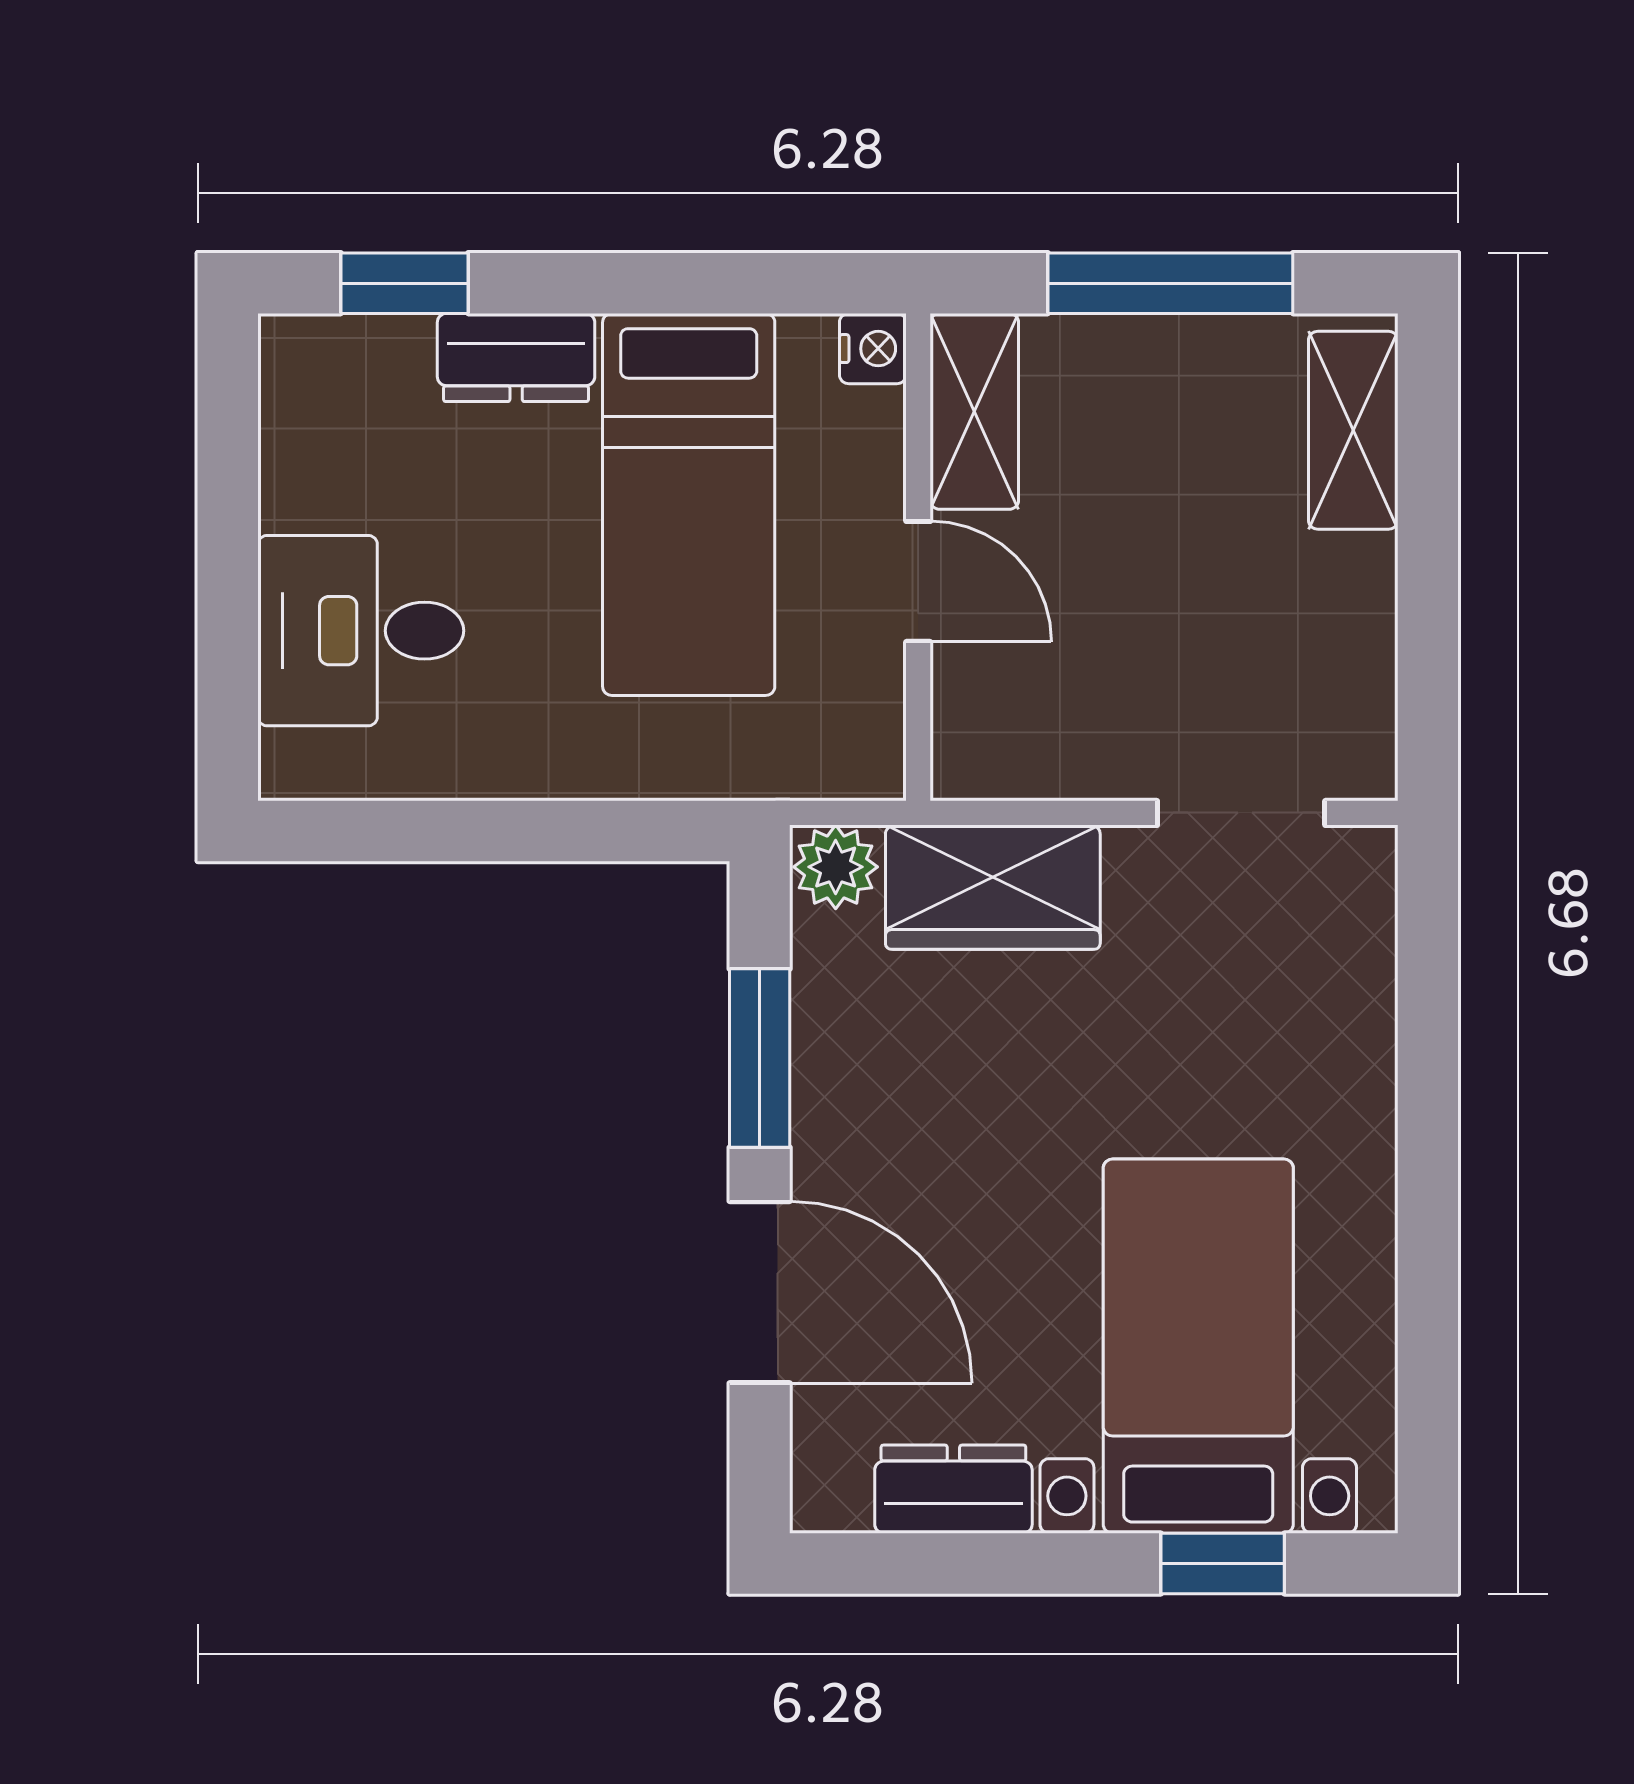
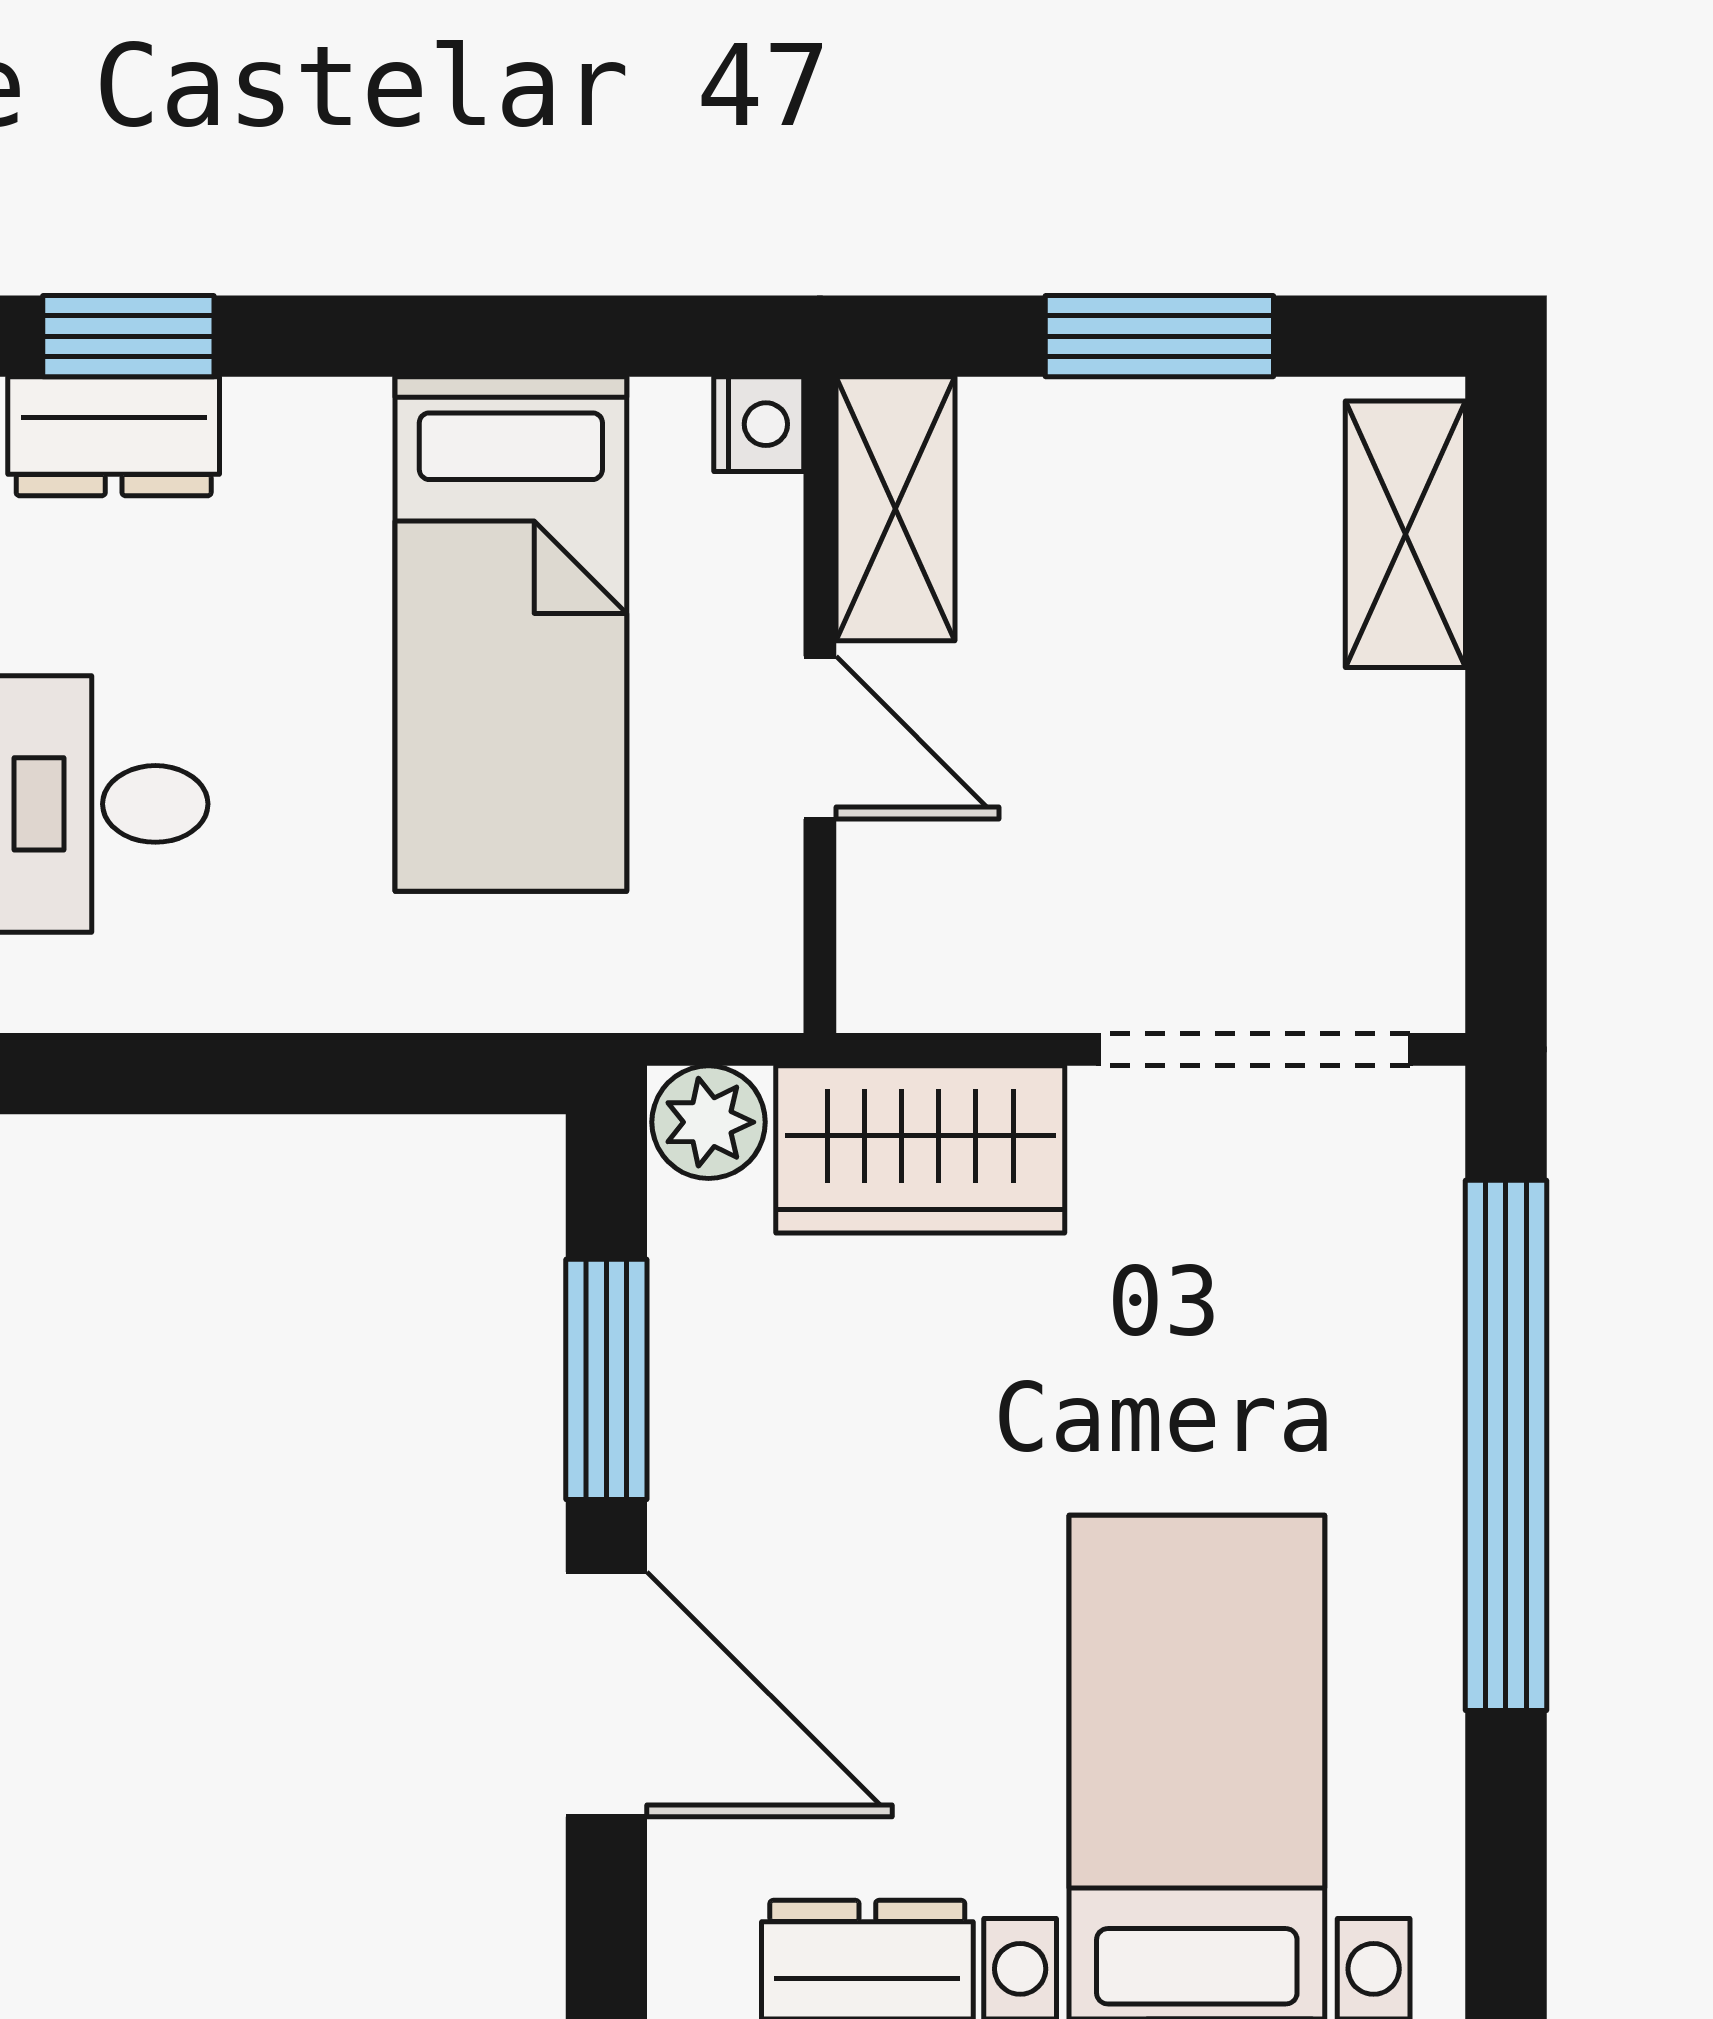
window: (1170, 283) -> (1159, 336), width x0.69
dresser: (516, 357) -> (114, 436), moved
doorway: (1241, 813) -> (1254, 1049), width x1.38
window: (1428, 1107) -> (1506, 1445), added

